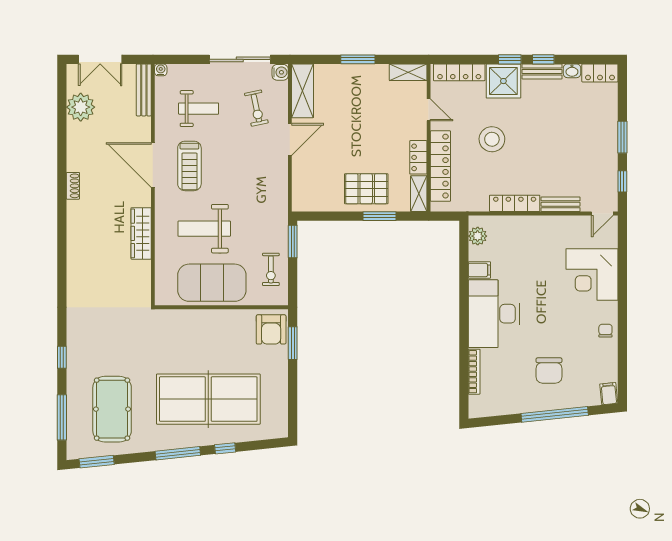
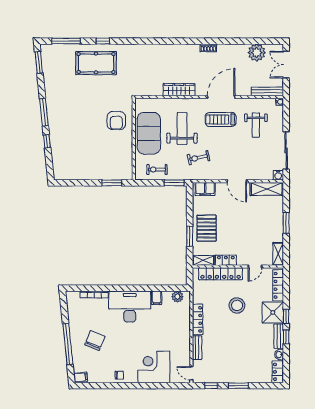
exercise bike: (256, 108) -> (199, 158), moved
filing cabinet: (302, 191) -> (205, 189), added
armchair: (271, 329) -> (116, 121), moved, turned -90
chair: (549, 370) -> (95, 341), turned 112
table tennis table: (208, 399) -> (77, 131), removed
pool table: (112, 409) -> (96, 63), moved

